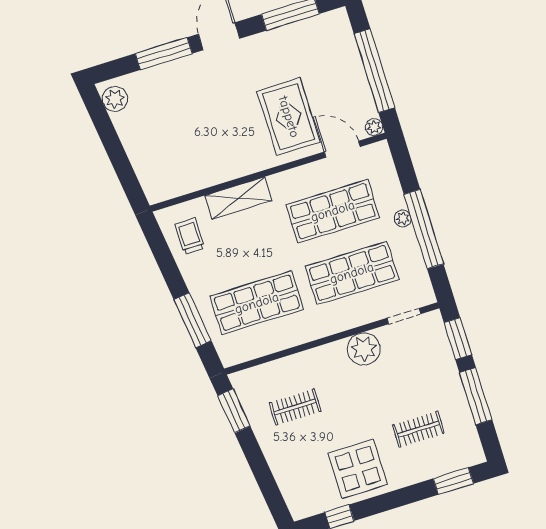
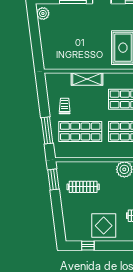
trolley: (190, 236) -> (65, 106), moved
clothes rail: (295, 407) -> (83, 187), width x1.36

